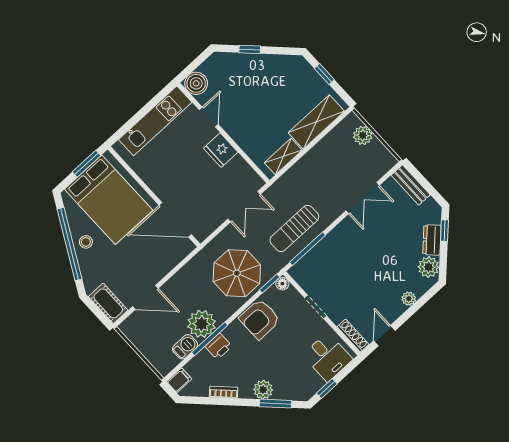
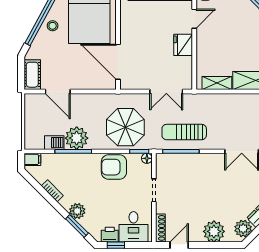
plant: (409, 299) -> (214, 231), width x1.88, depth x1.88
printer: (218, 346) -> (110, 235), moved, turned 180

